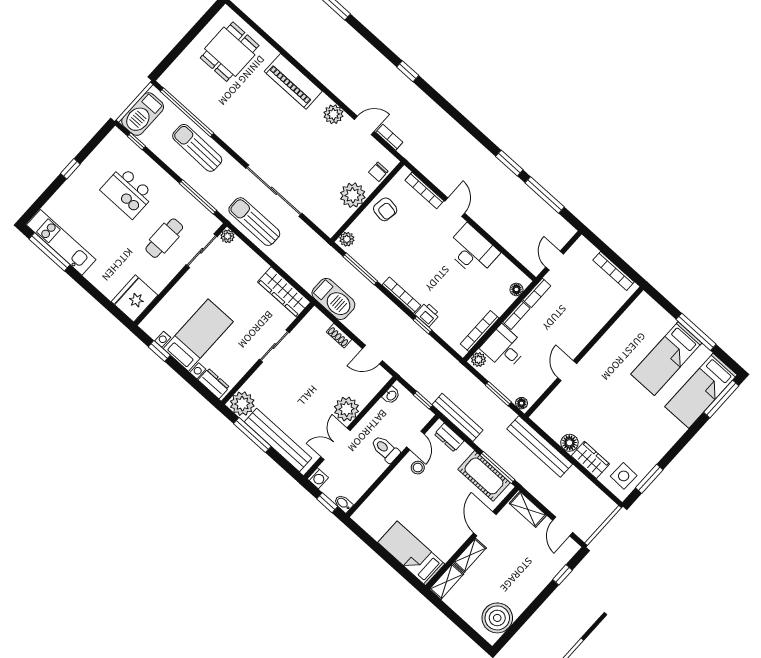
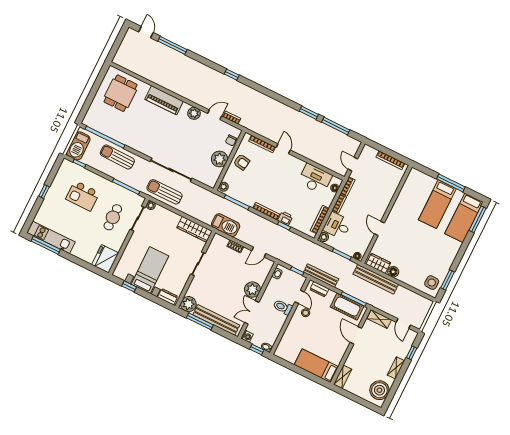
desk: (472, 251) -> (315, 179), moved
wardrobe: (590, 460) -> (378, 263), moved
shelving: (470, 555) -> (396, 368), moved

